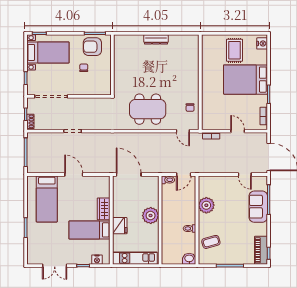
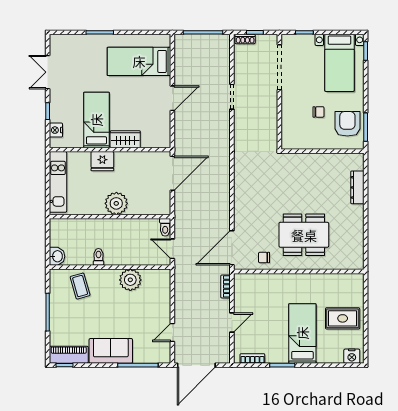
dresser: (156, 39) -> (357, 187), moved
bed: (246, 80) -> (302, 333), width x0.67
dining table: (148, 109) -> (304, 235), moved, turned 90
door: (183, 131) -> (232, 248), width x1.88
sofa: (258, 207) -> (111, 351), moved

